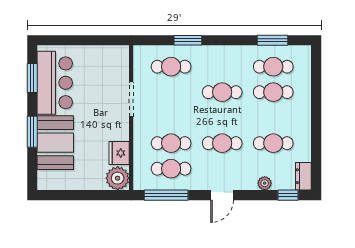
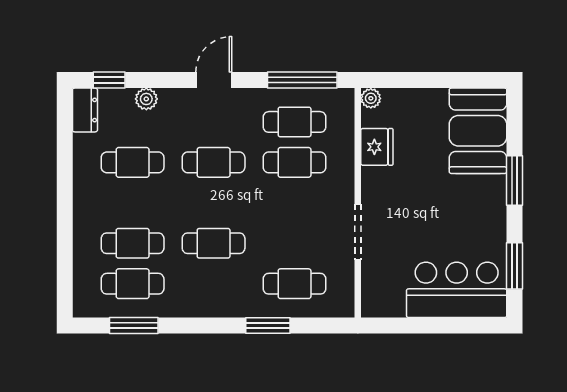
bar counter: (55, 83) -> (457, 290), moved, turned 90
booth: (55, 143) -> (478, 131), moved
plant: (118, 178) -> (371, 98), width x0.53, depth x0.53

